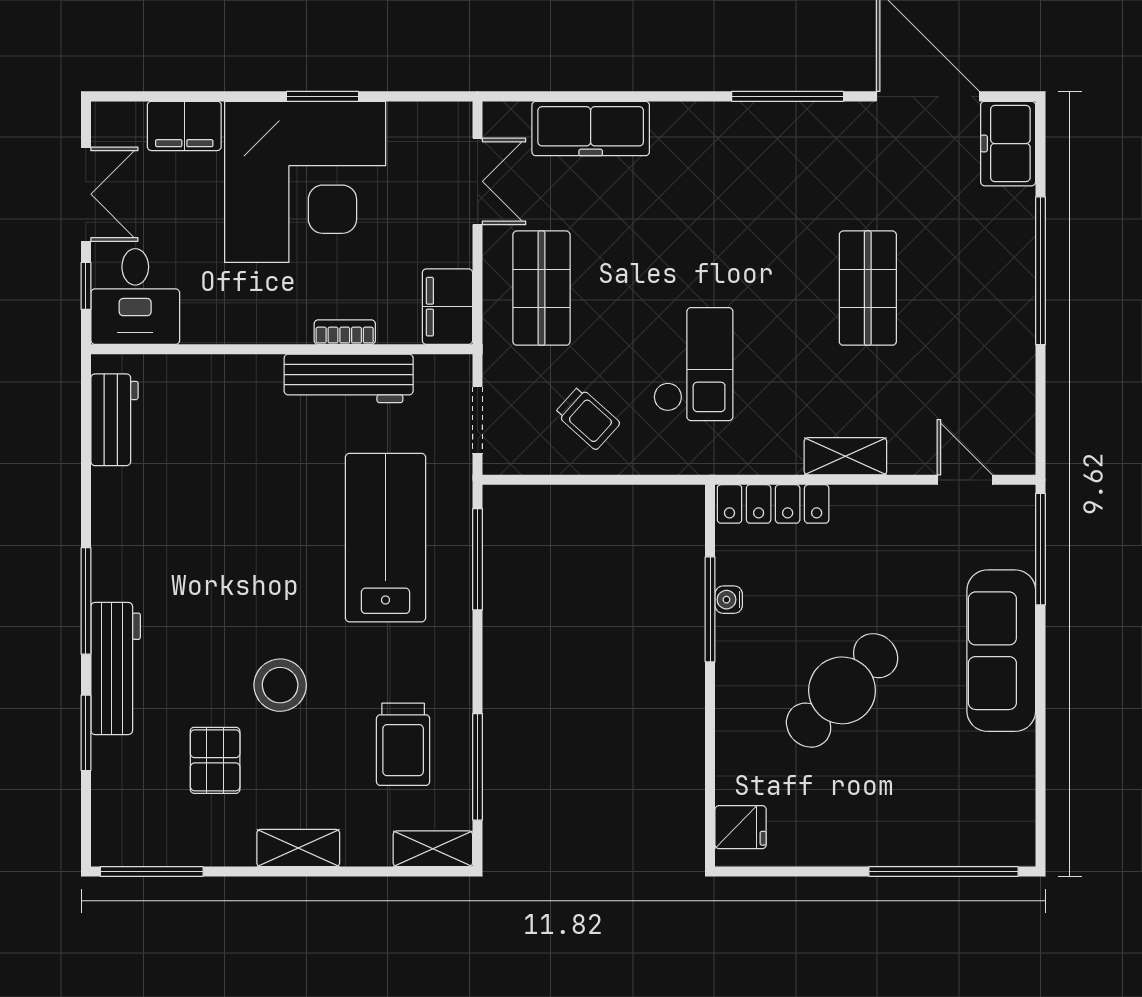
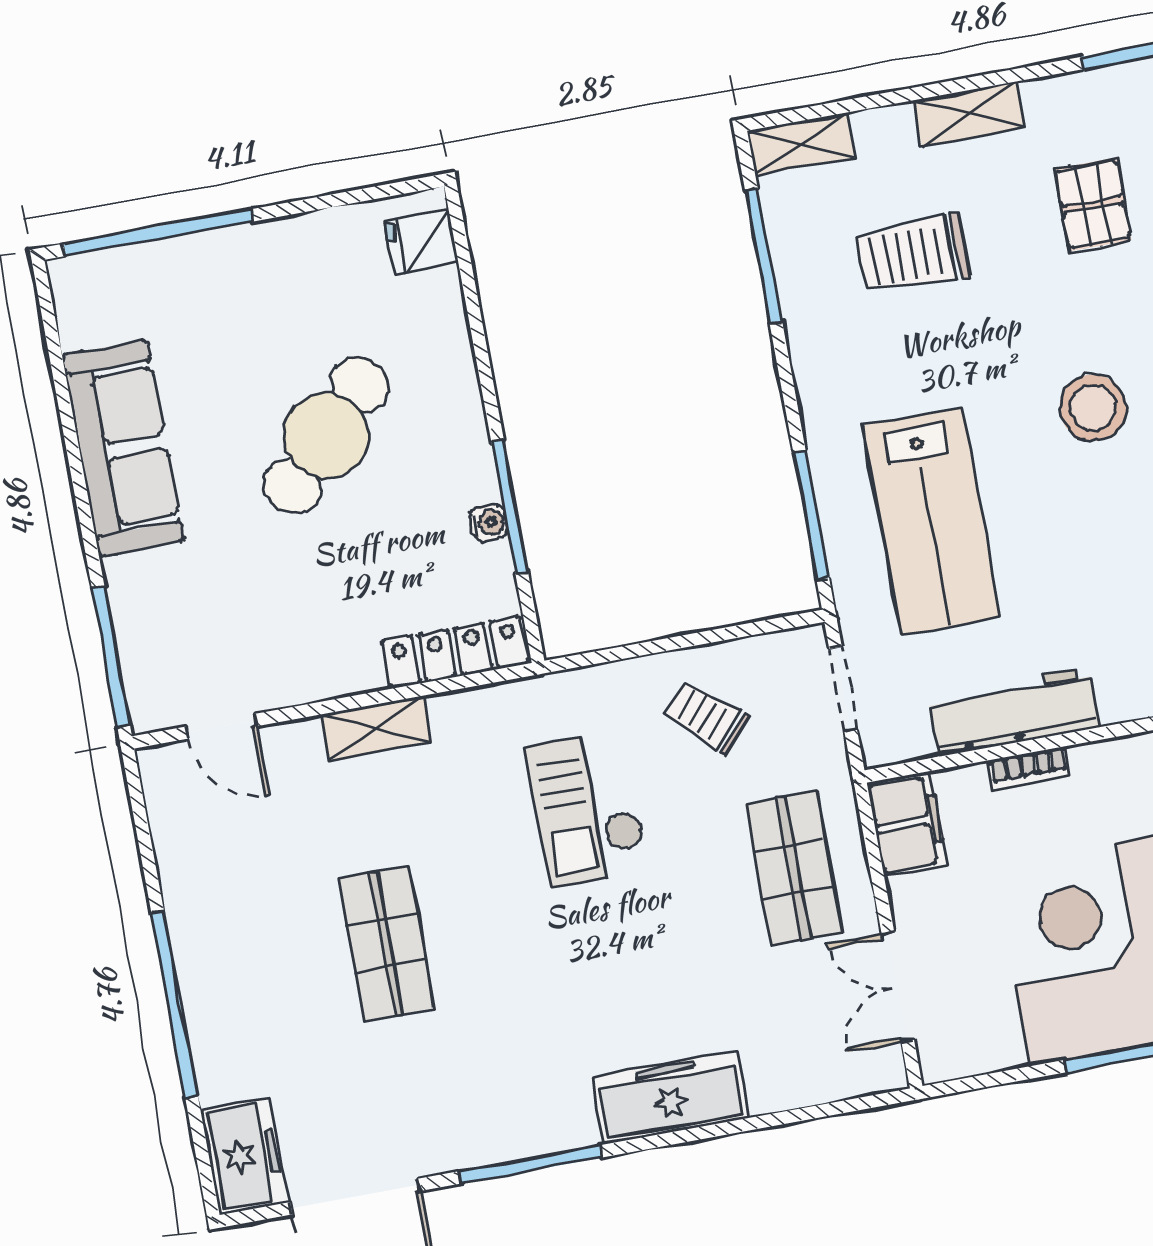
freezer: (591, 128) -> (670, 1097), moved
sofa: (1001, 651) -> (123, 448), moved
stool: (280, 685) -> (1093, 408), moved
trolley: (403, 744) -> (913, 254), moved, turned -90

